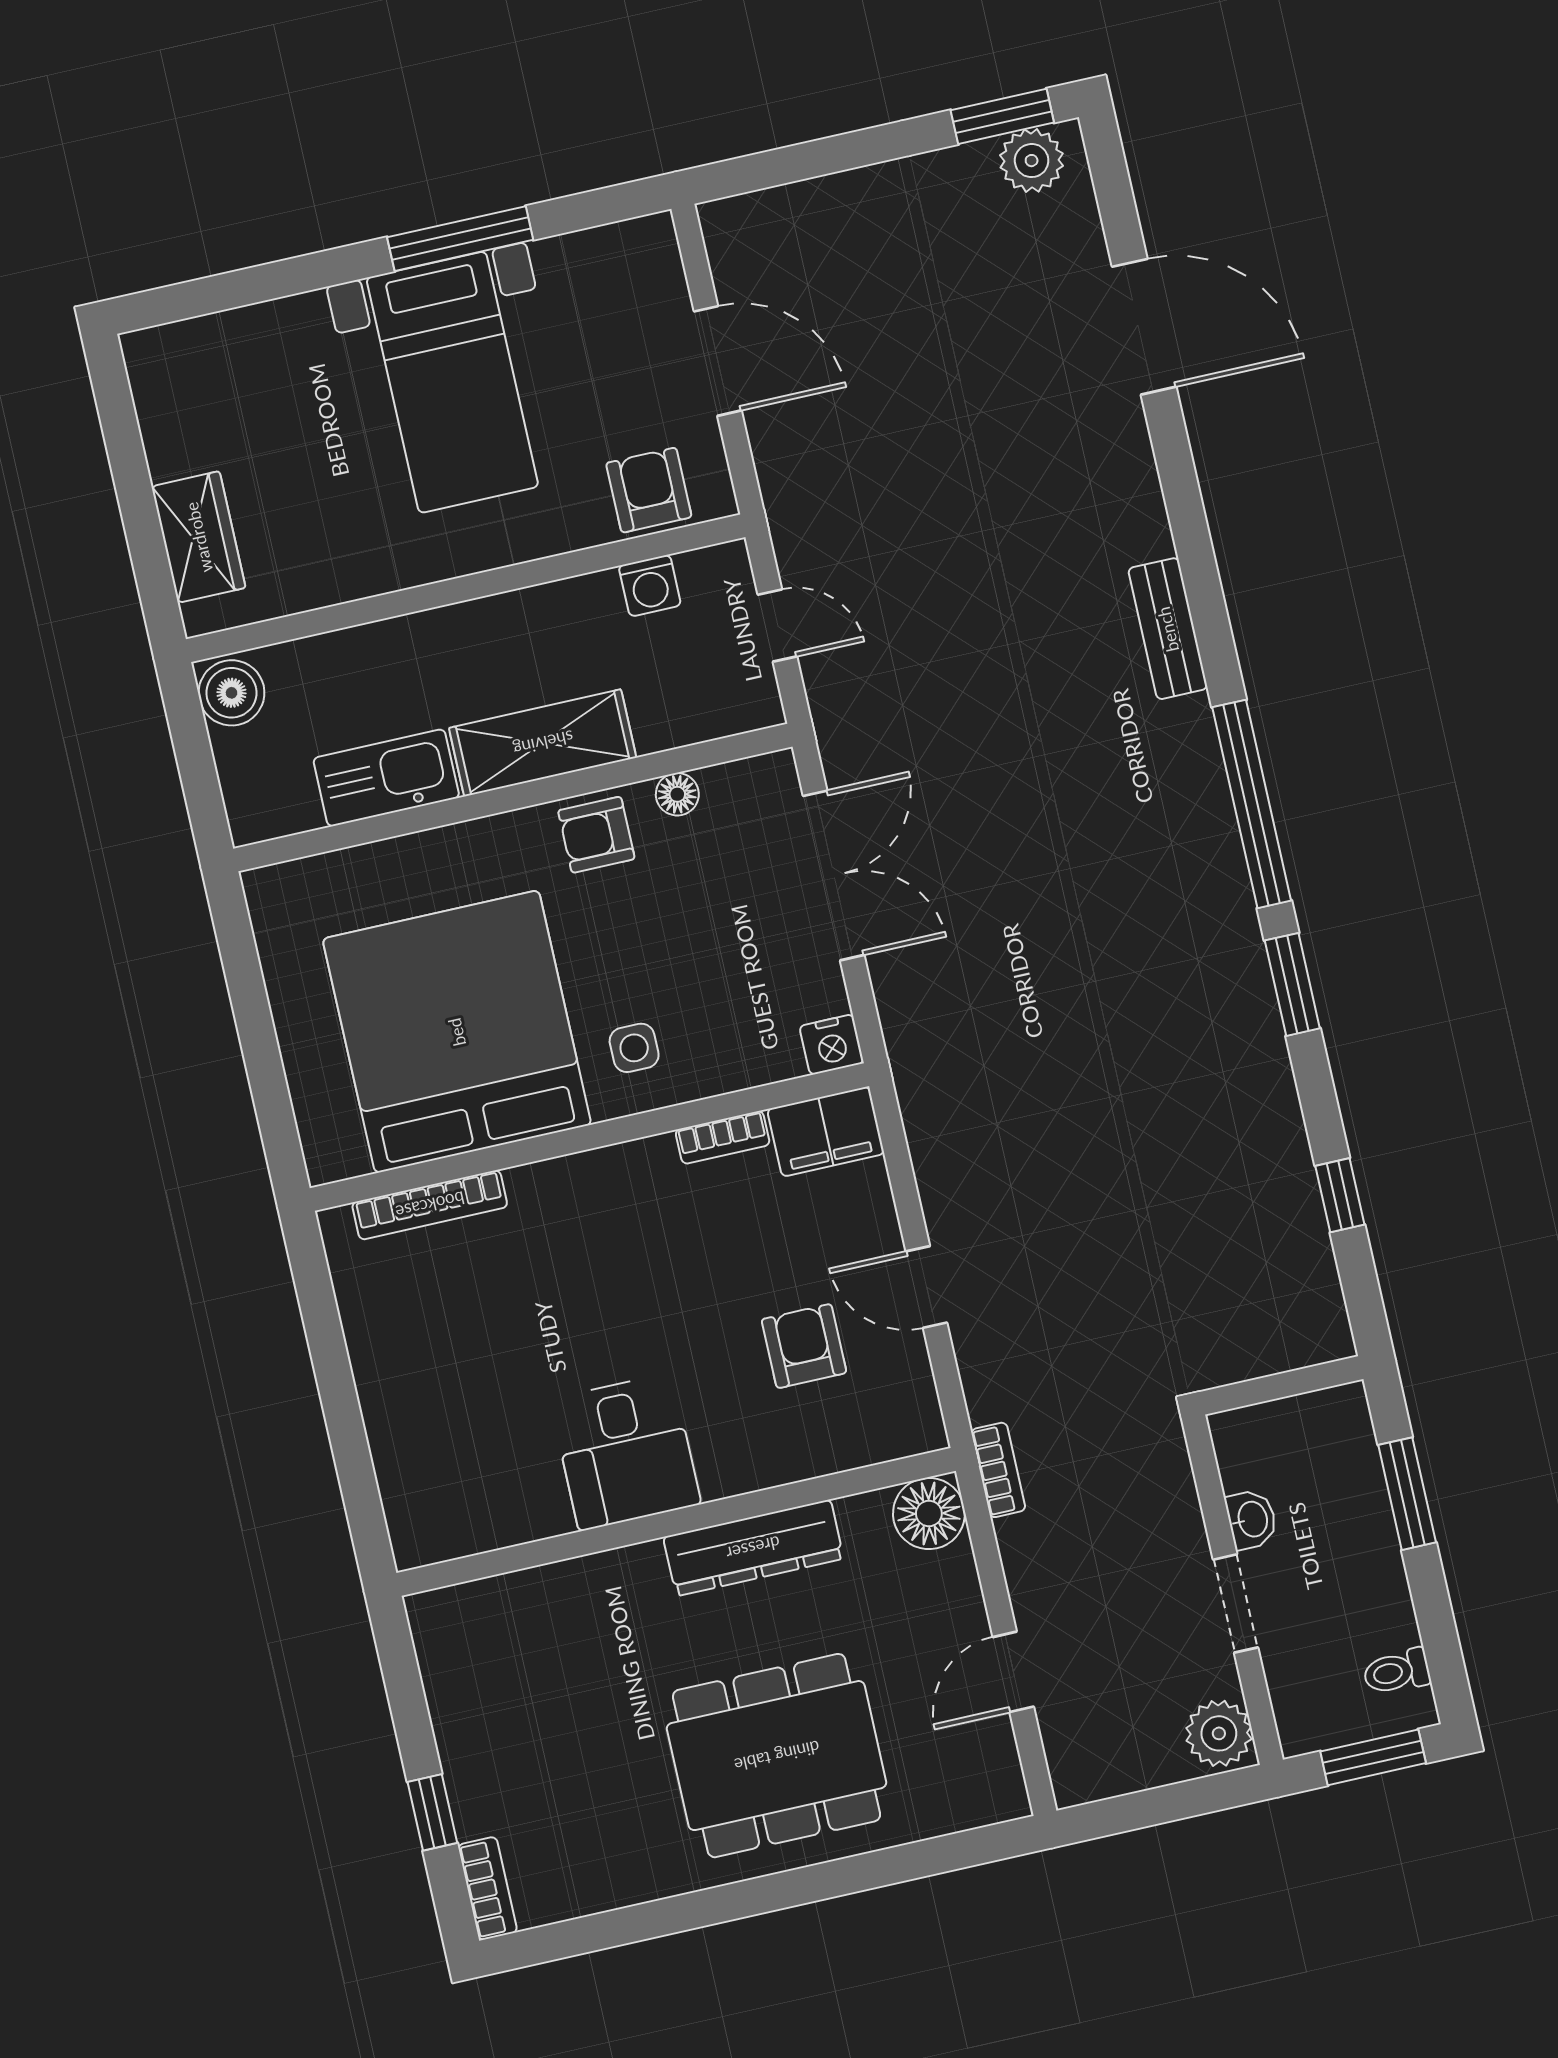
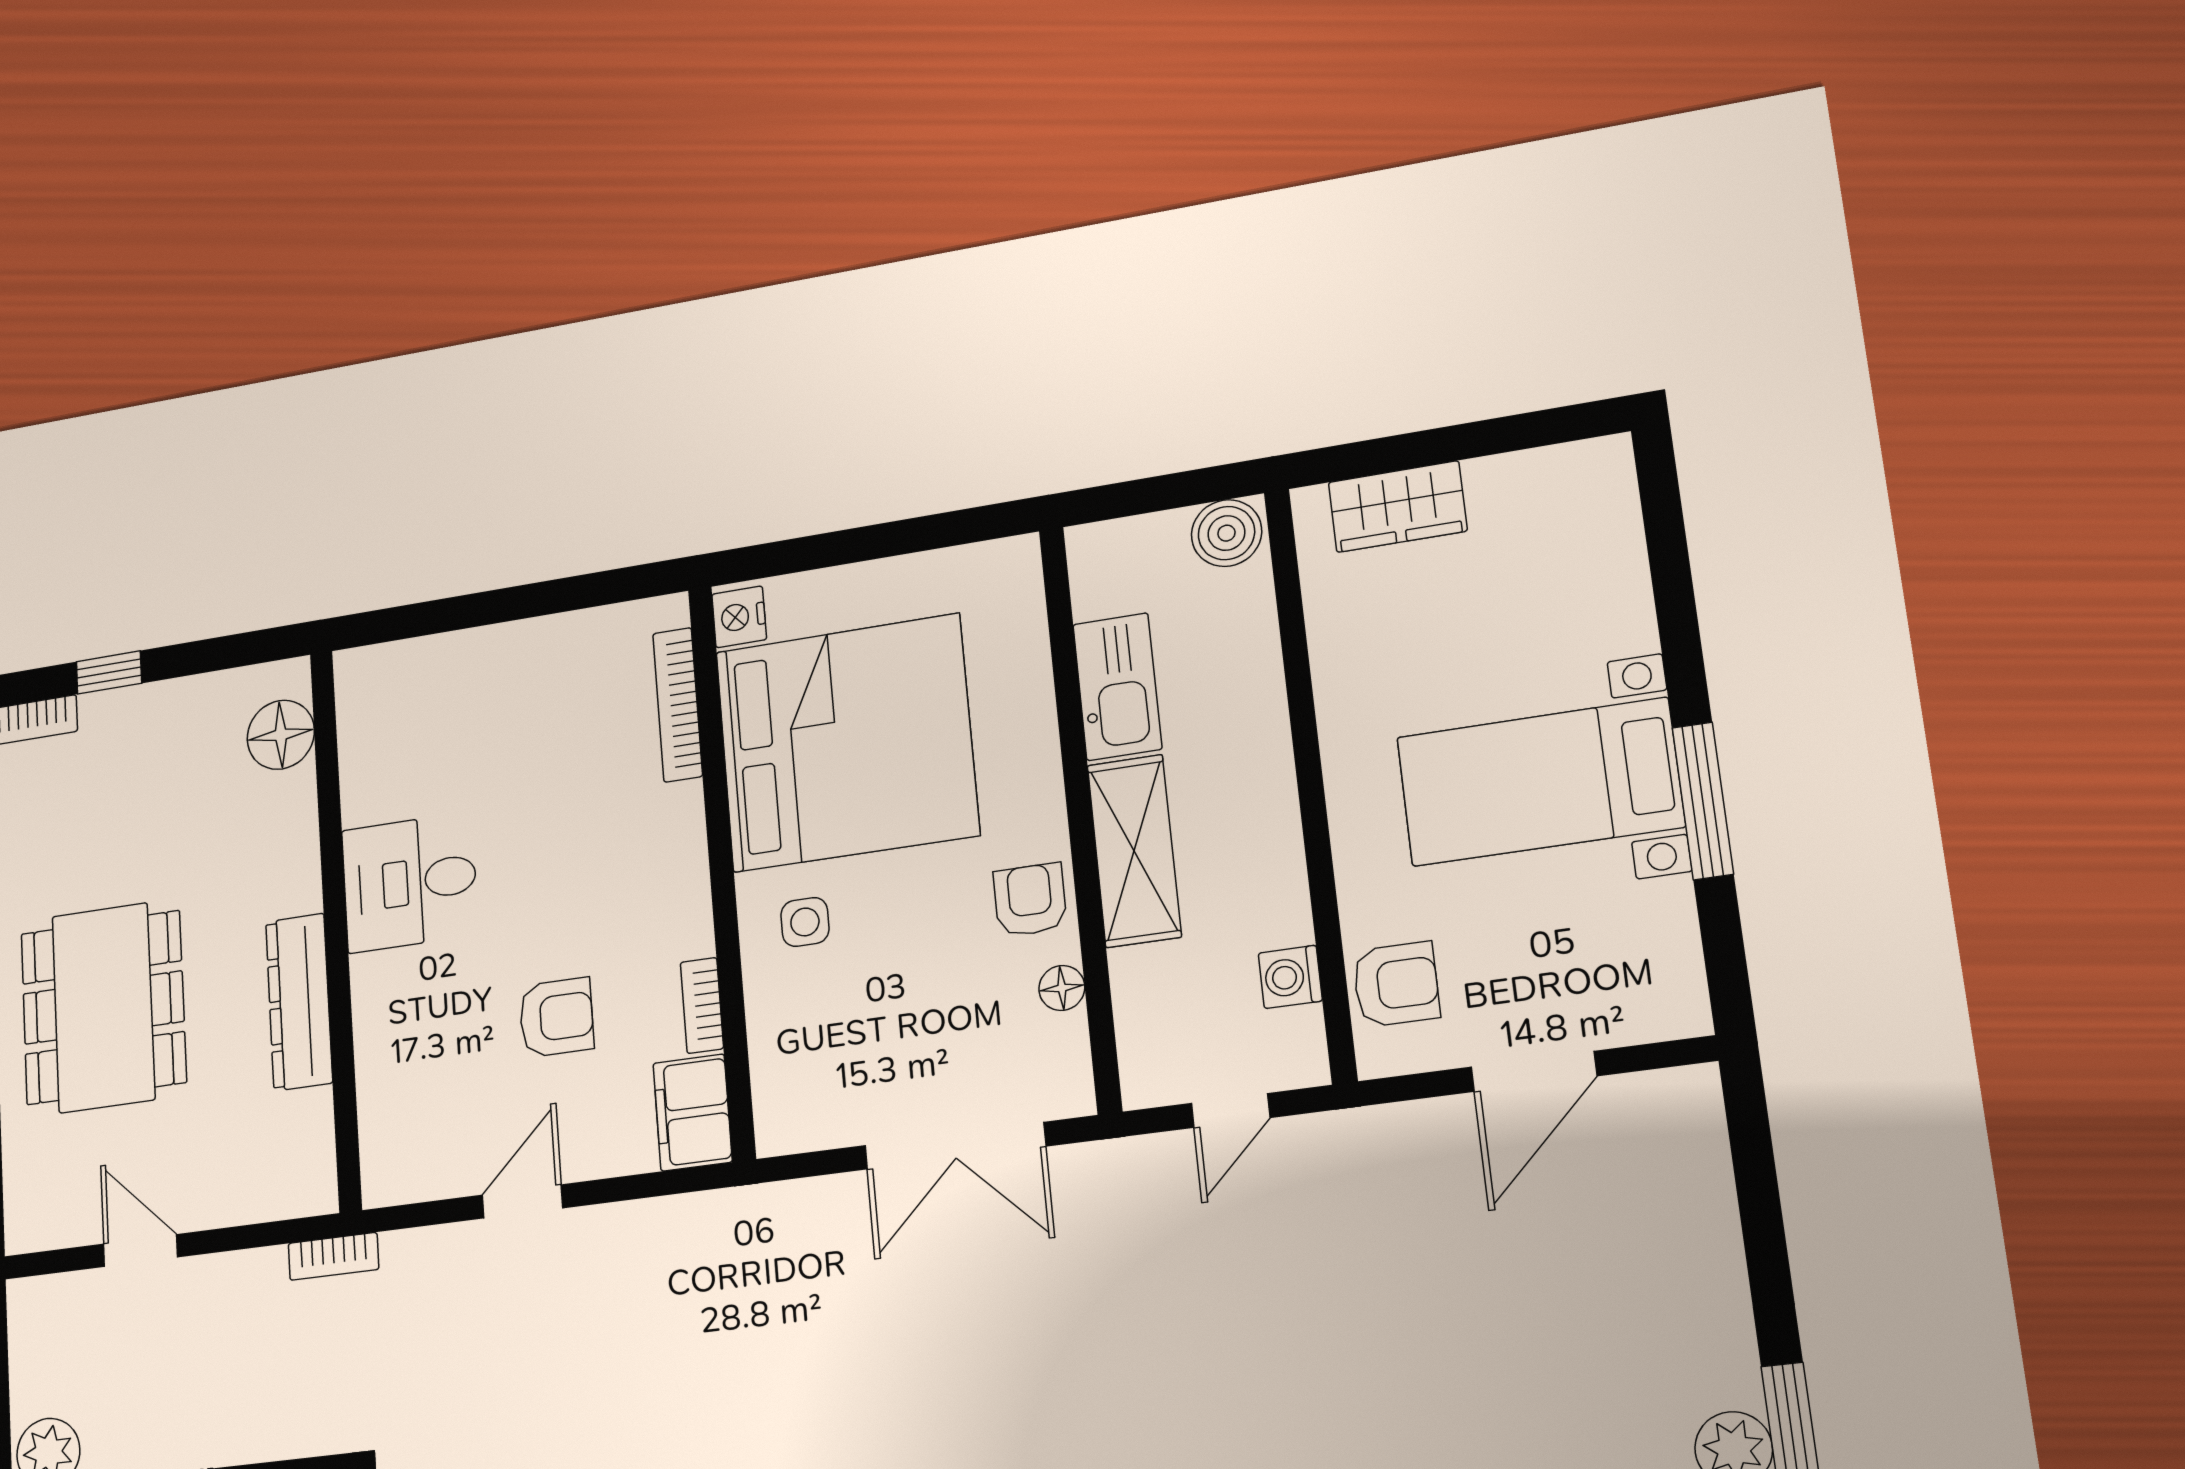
nightstand: (832, 1045) -> (739, 617), moved
armchair: (804, 1346) -> (556, 1017), moved
floor lamp: (929, 1514) -> (281, 735), moved

